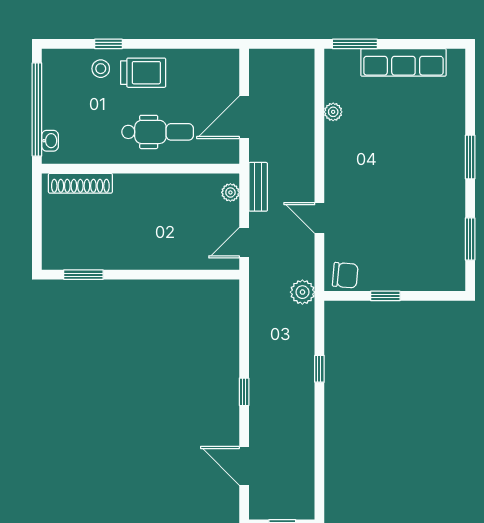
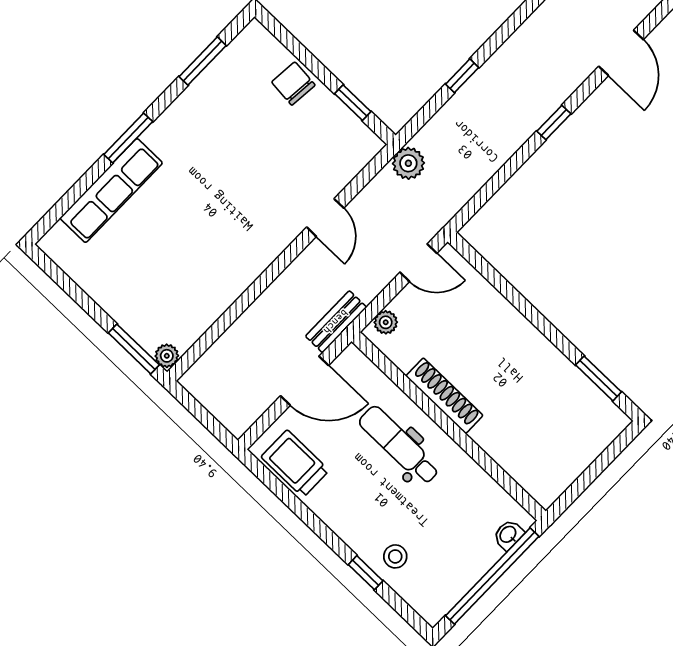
row of seats: (403, 62) -> (111, 191), moved, turned 90
trolley: (143, 73) -> (295, 464), moved
plant: (333, 112) -> (167, 356), moved
shoe rack: (80, 183) -> (444, 396), moved
bench: (258, 187) -> (336, 322), moved
chair: (345, 275) -> (293, 84), moved
window: (385, 296) -> (353, 103), moved

